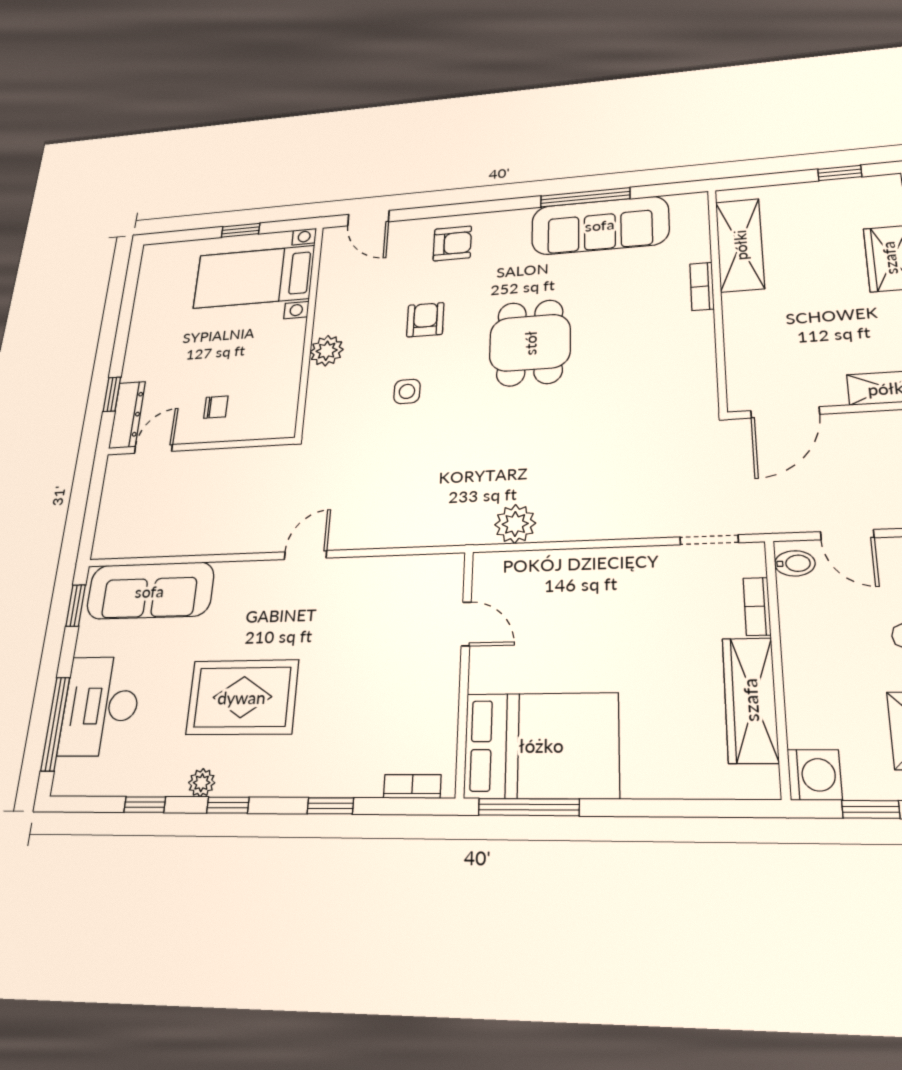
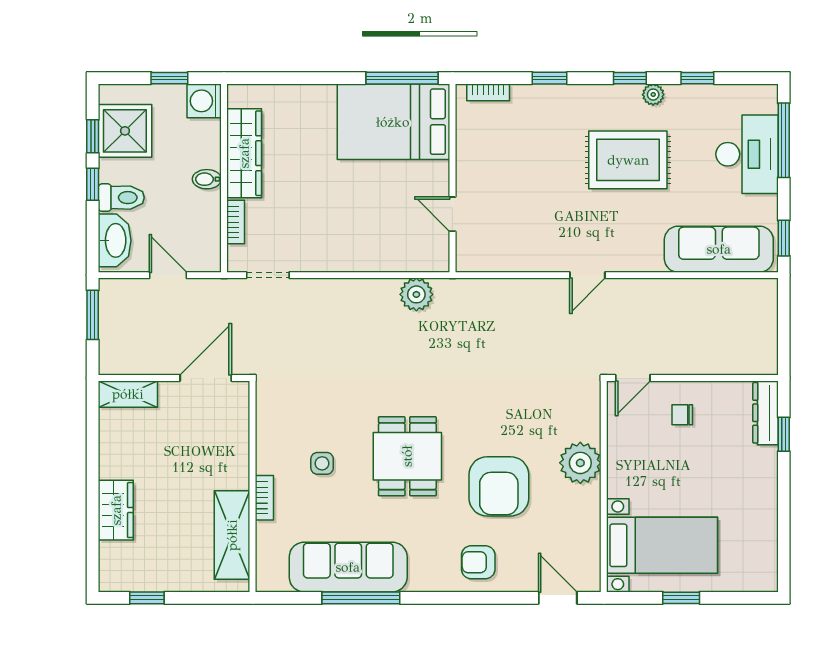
armchair: (425, 320) -> (499, 486), width x1.88, depth x1.88
plant: (327, 351) -> (580, 463), width x1.36, depth x1.36
side table: (407, 391) -> (322, 463), moved
door: (153, 449) -> (633, 378), moved
bidet: (795, 563) -> (207, 179), moved

